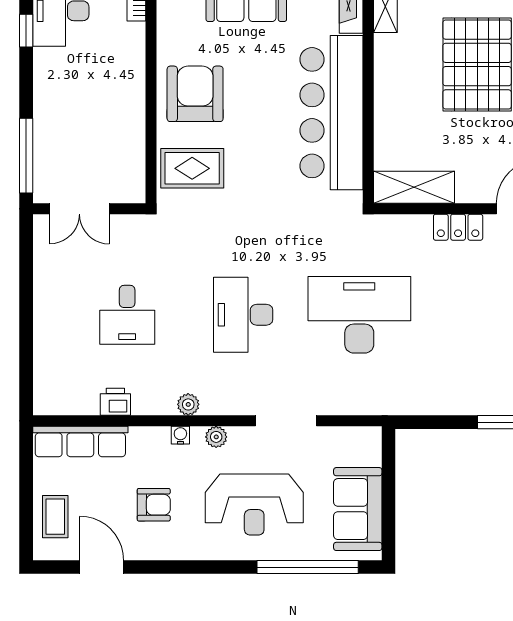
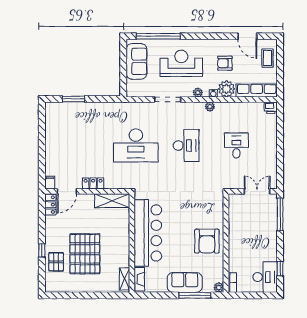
rug: (192, 168) -> (208, 209), removed
printer: (115, 402) -> (271, 108), moved
plant: (150, 445) -> (226, 89), added

